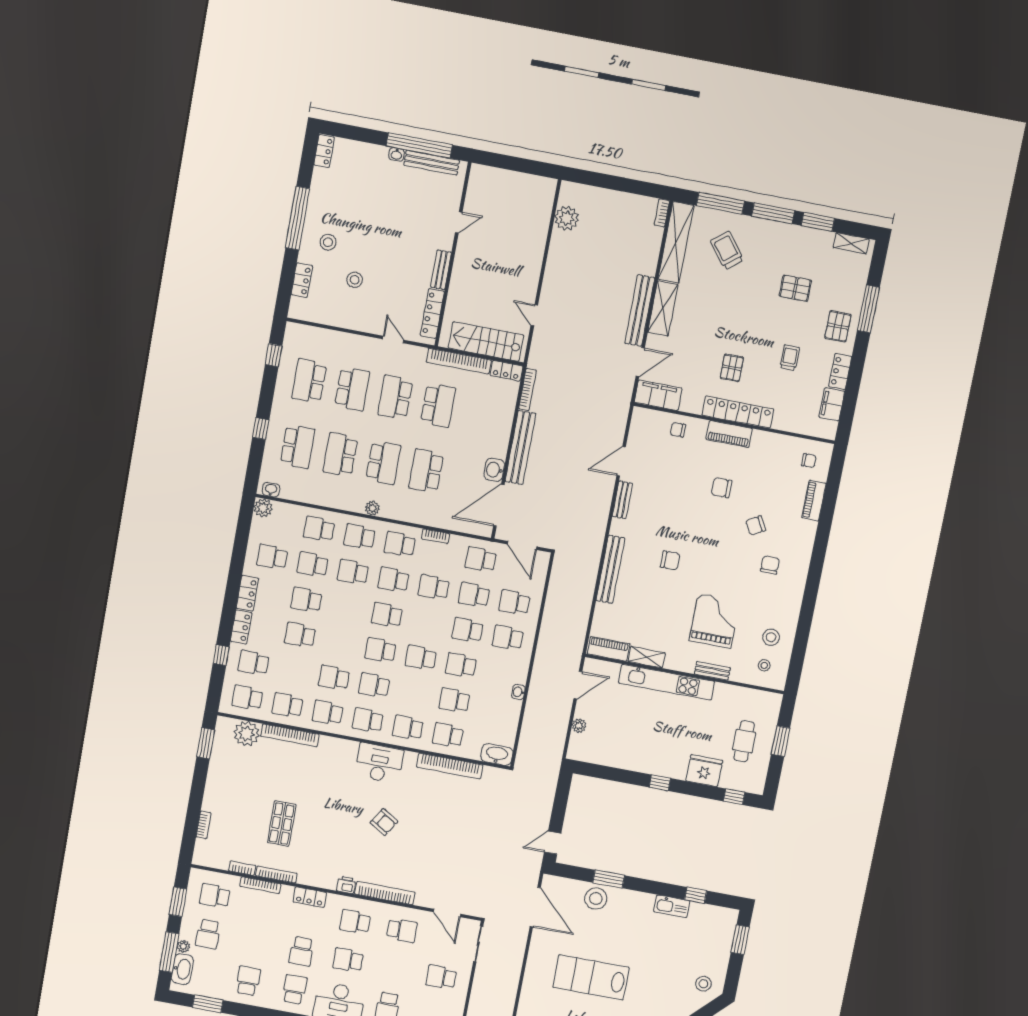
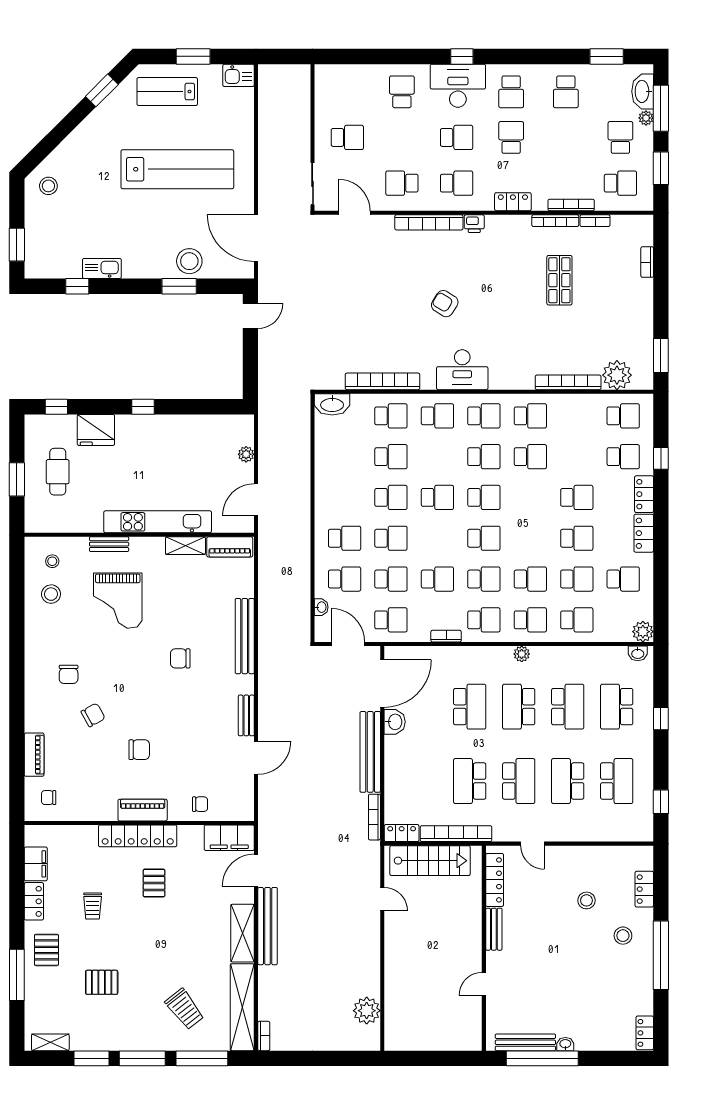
washbasin: (518, 692) -> (321, 607), moved
school desk: (288, 705) -> (577, 416), removed
lab bench: (591, 977) -> (177, 169), width x1.36

